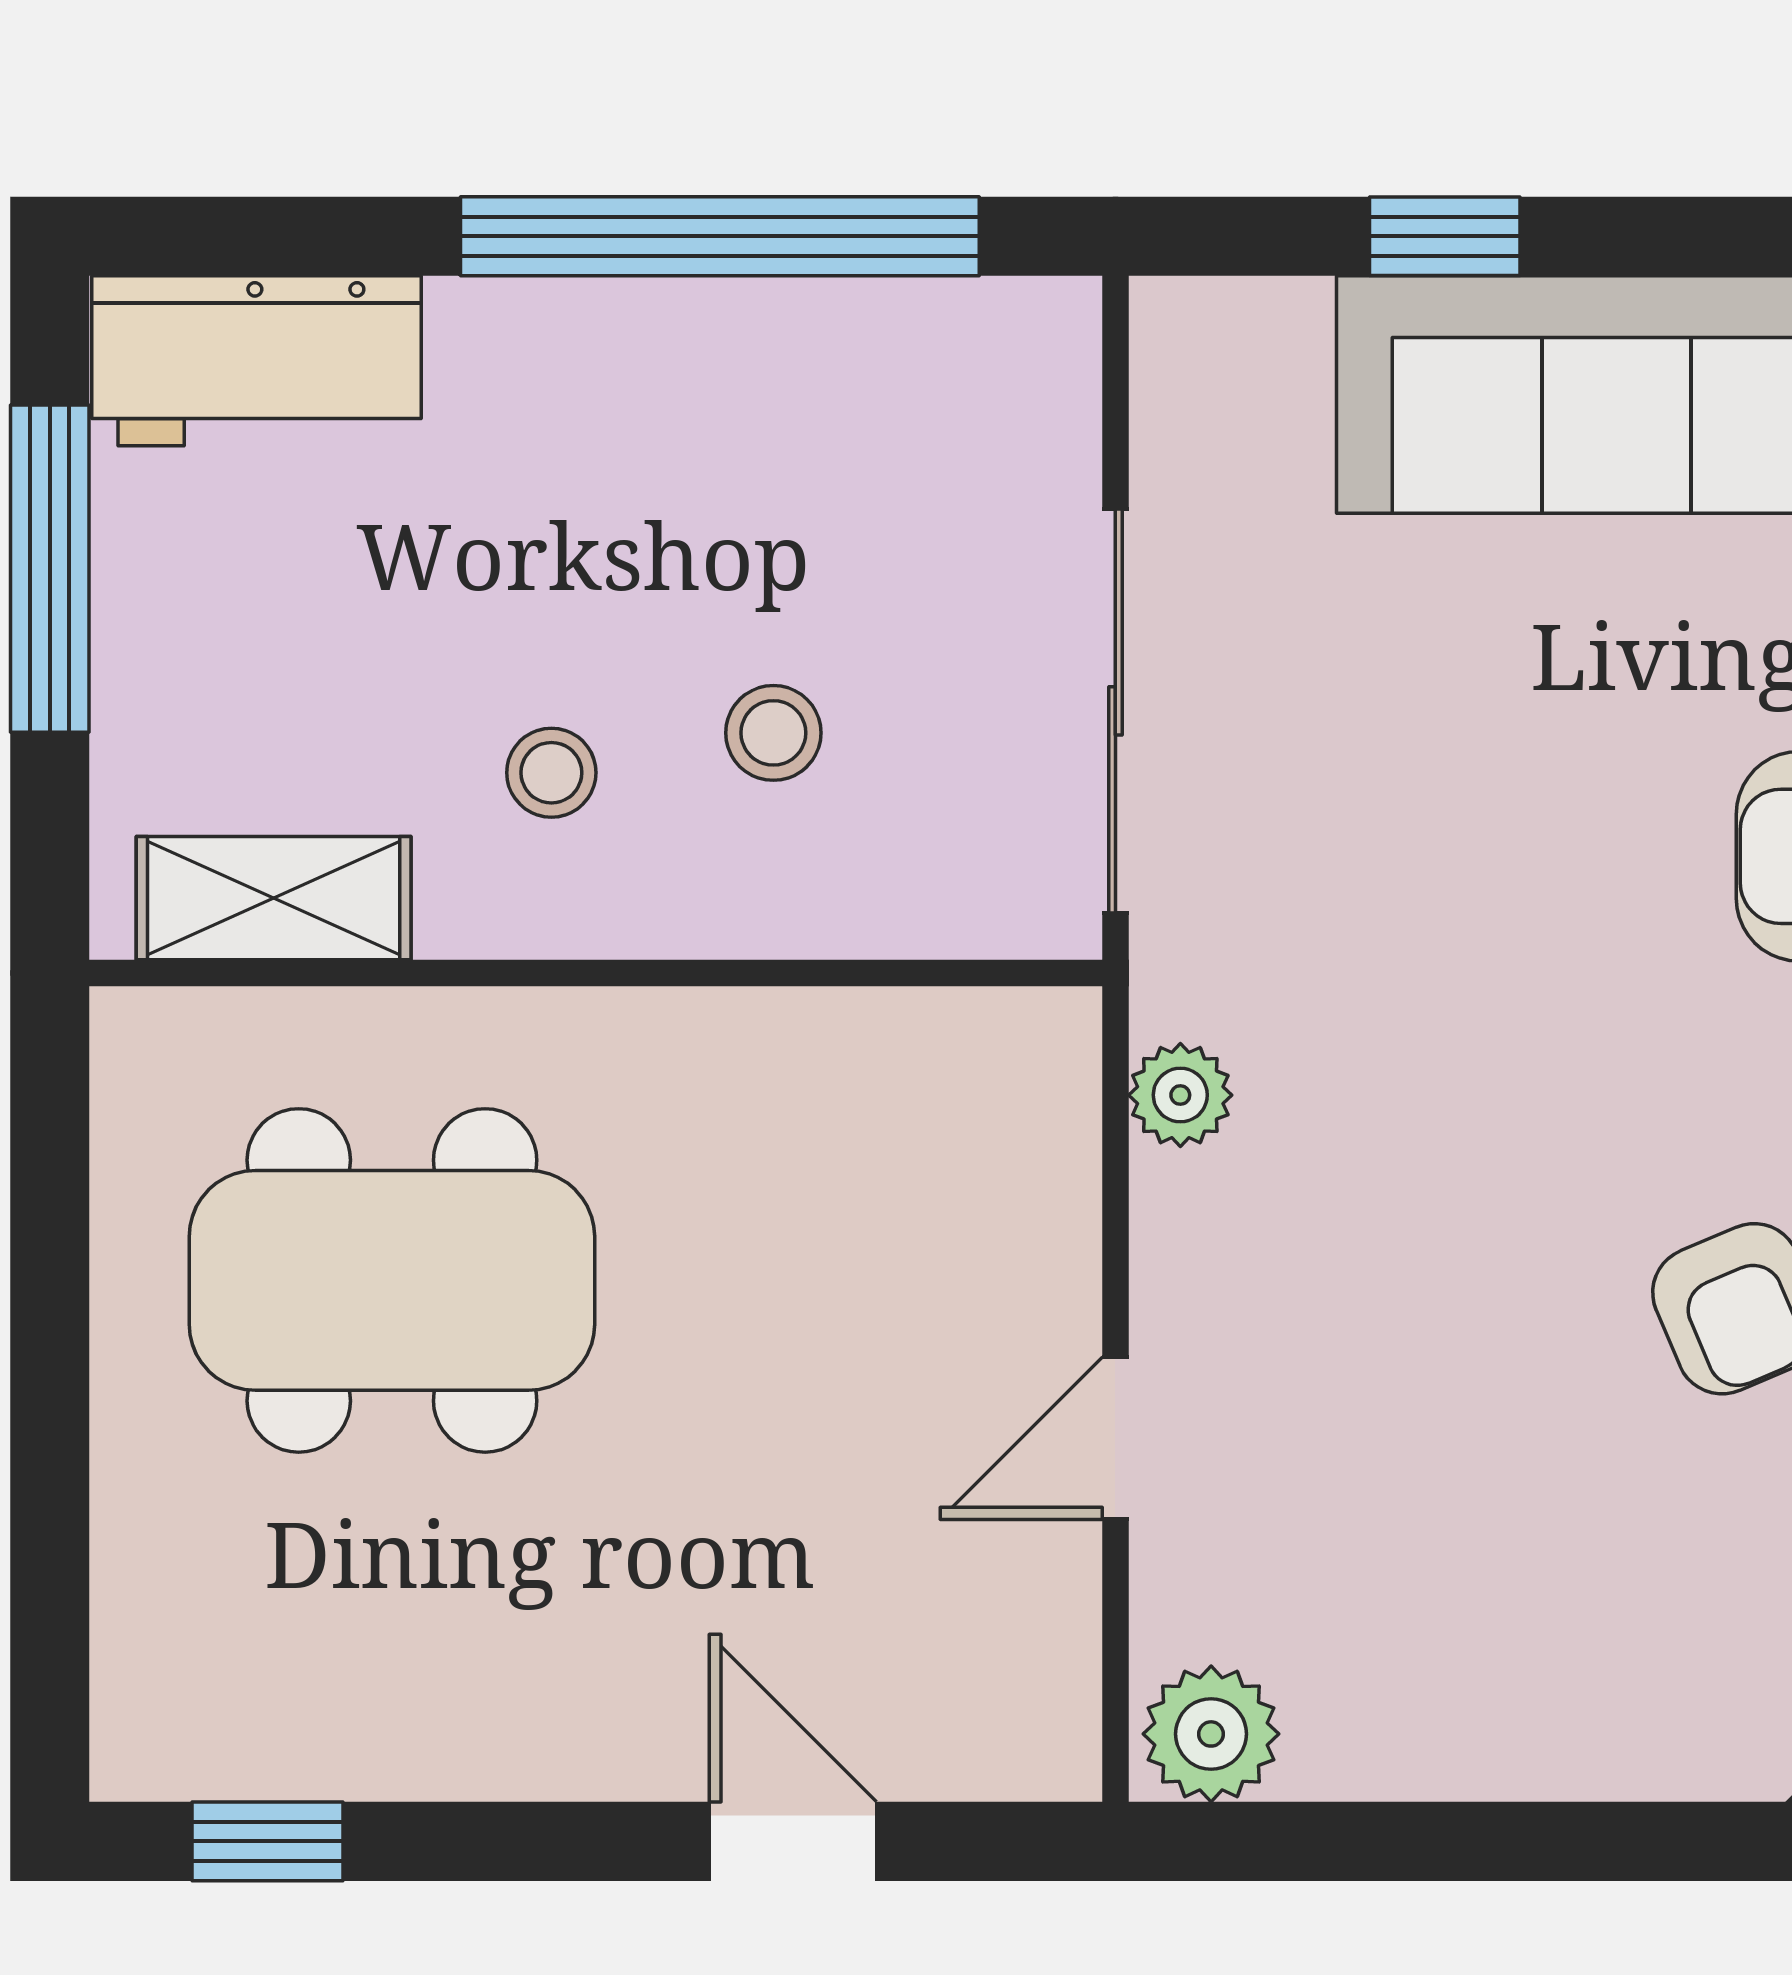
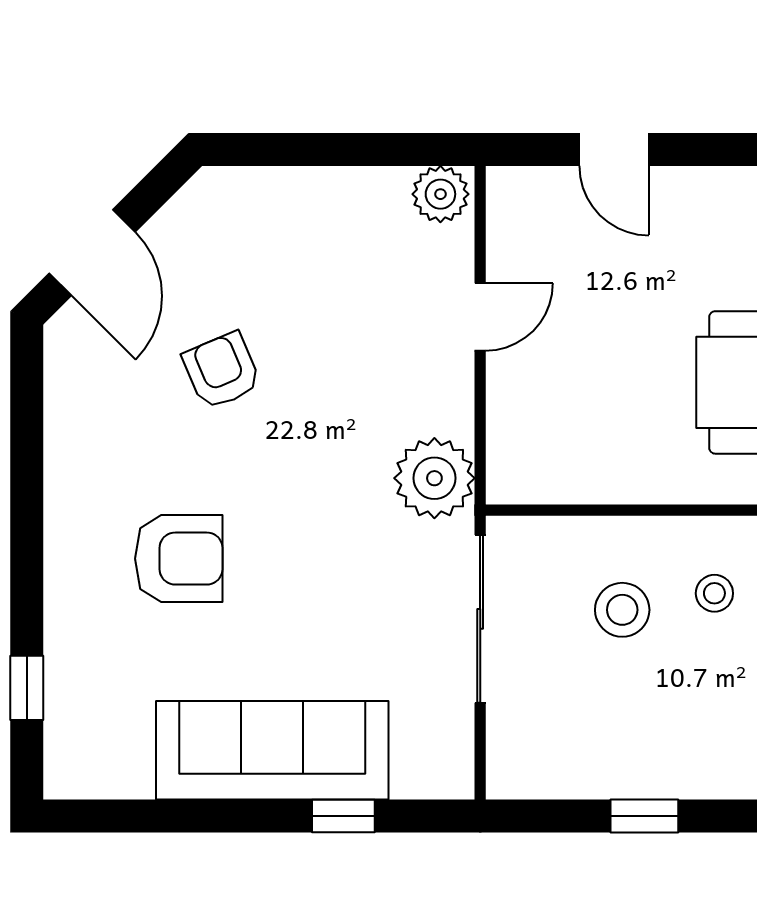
window: (720, 236) -> (644, 816), width x0.32
stool: (773, 733) -> (622, 610), width x1.37, depth x1.37
plant: (1180, 1095) -> (434, 478), width x1.88, depth x1.88

